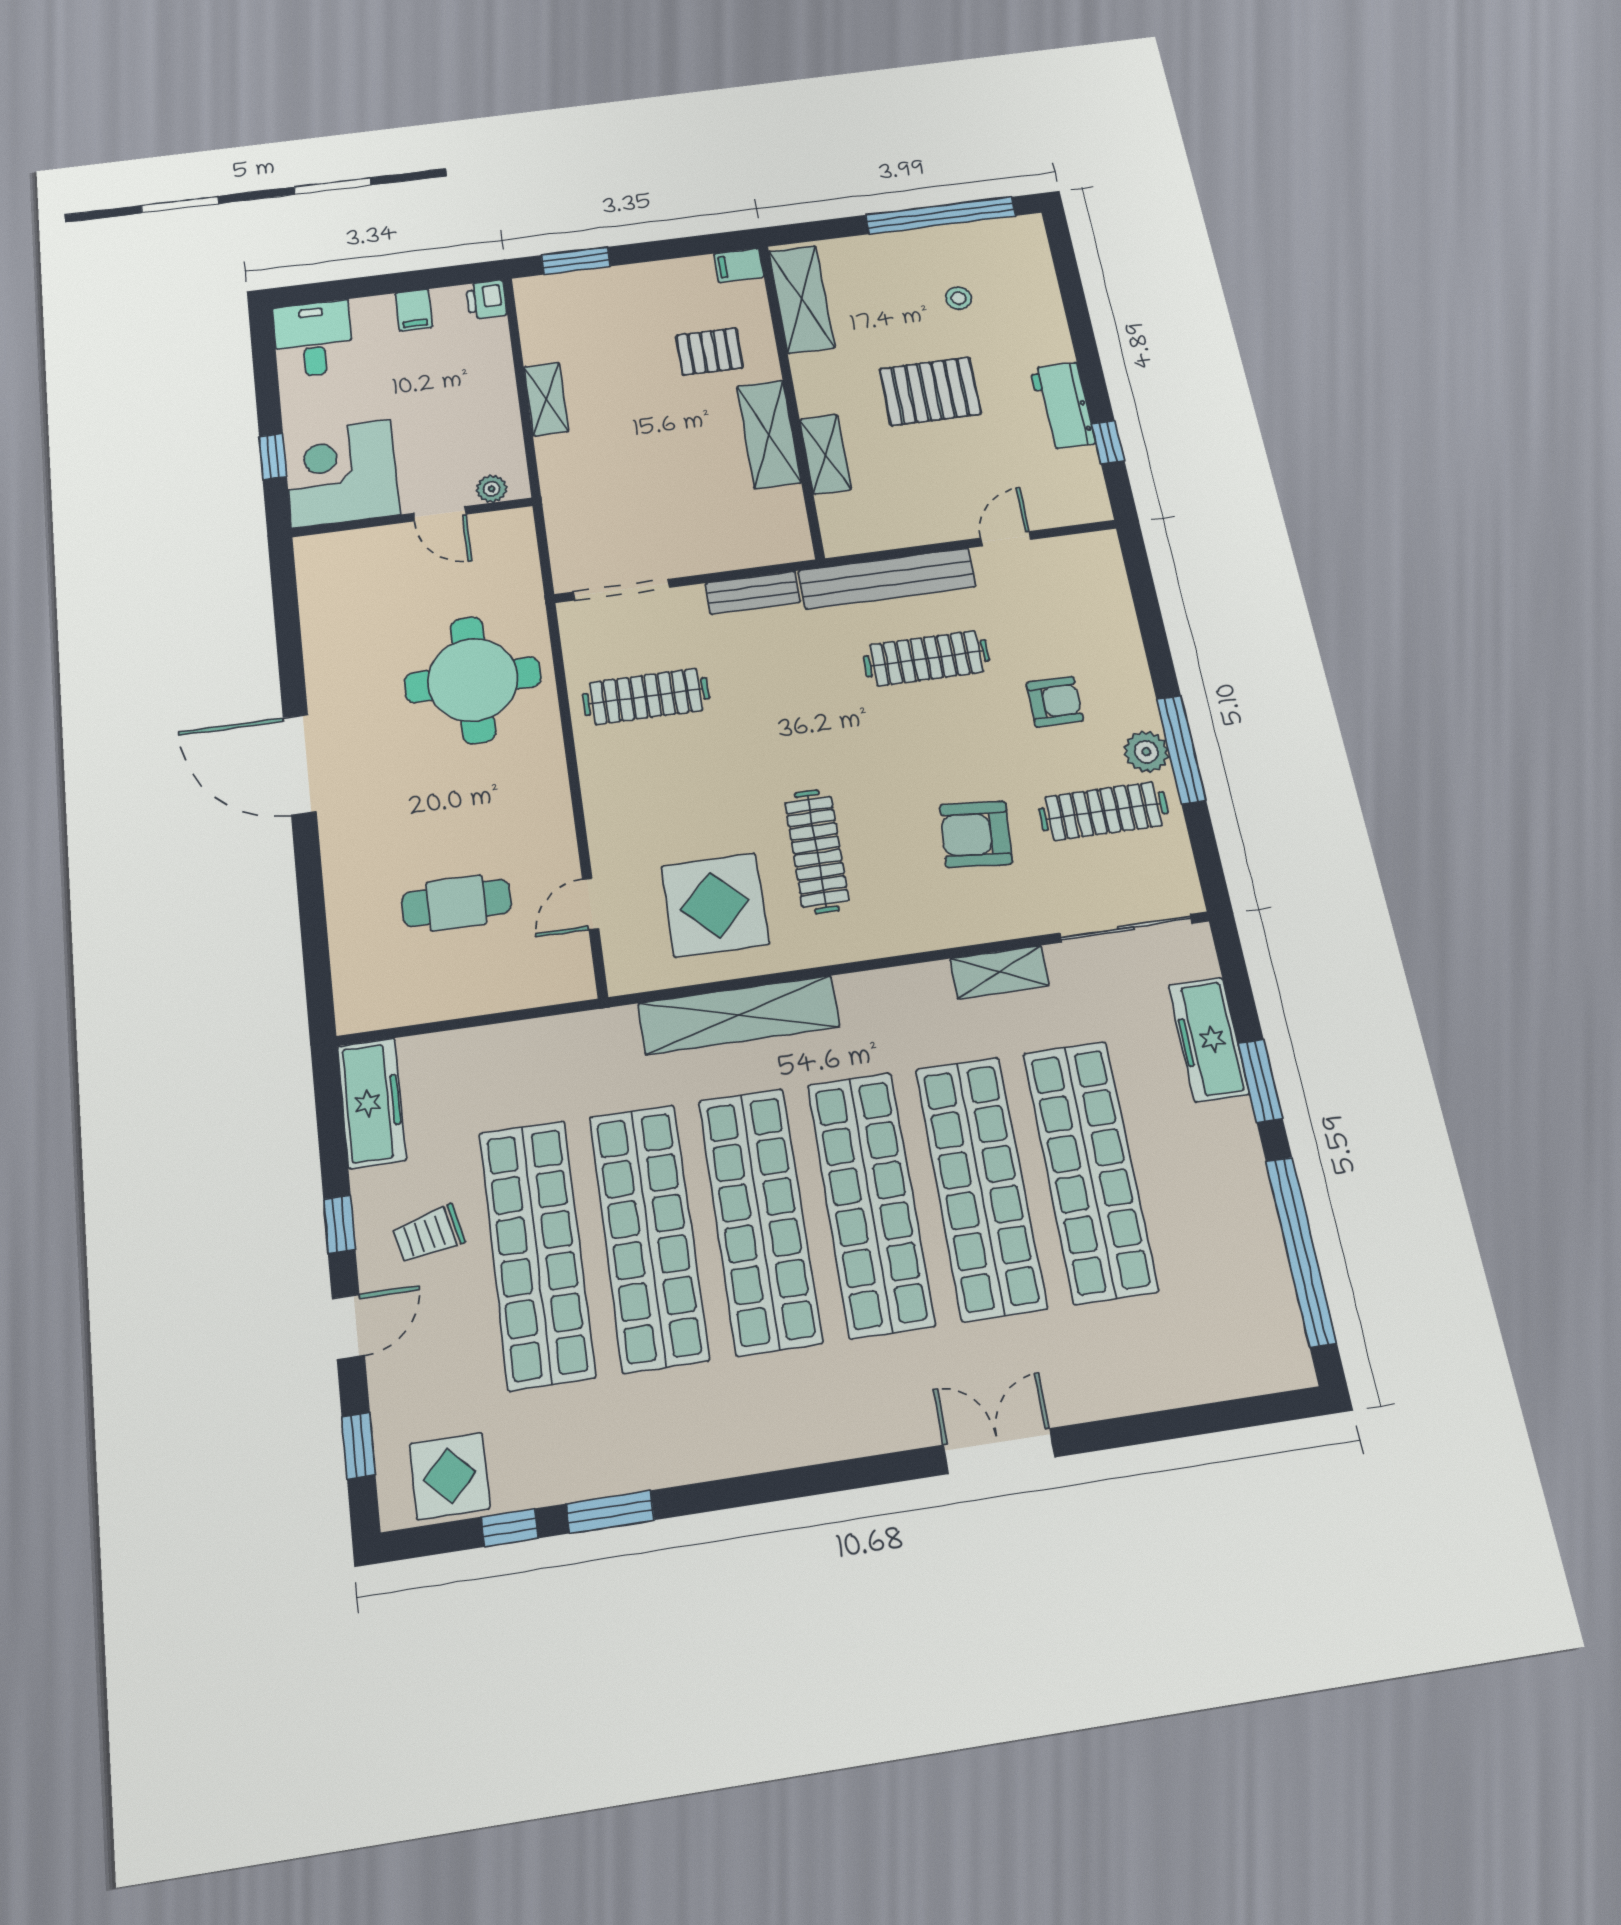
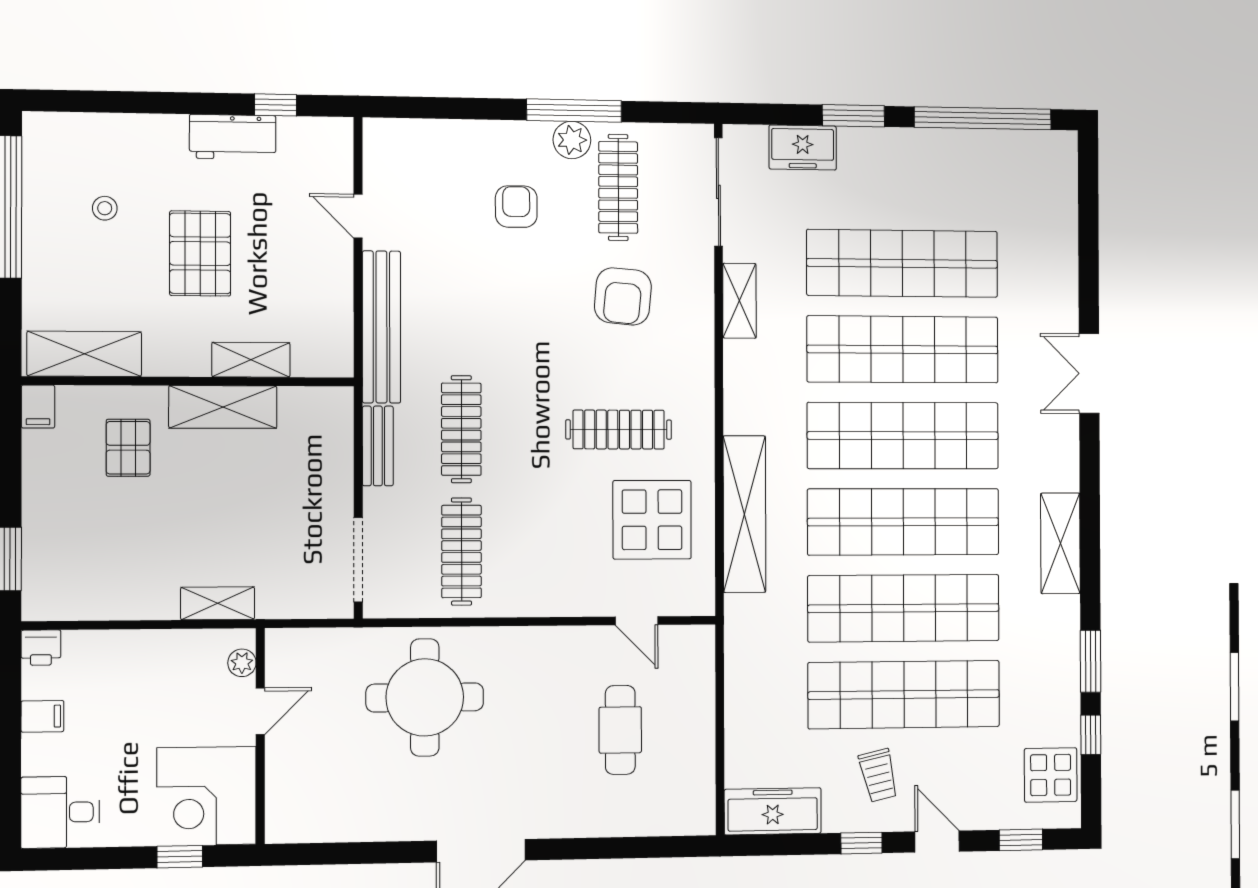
shelving: (546, 399) -> (218, 603), moved
clothes rail: (927, 658) -> (461, 429), moved
freezer: (1209, 1039) -> (803, 148), width x0.71
shelving: (764, 1443) -> (1060, 543), added

